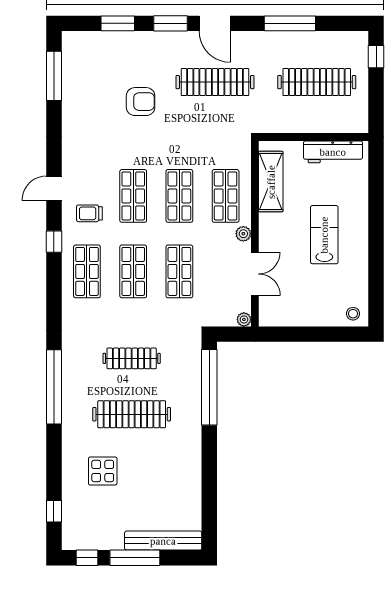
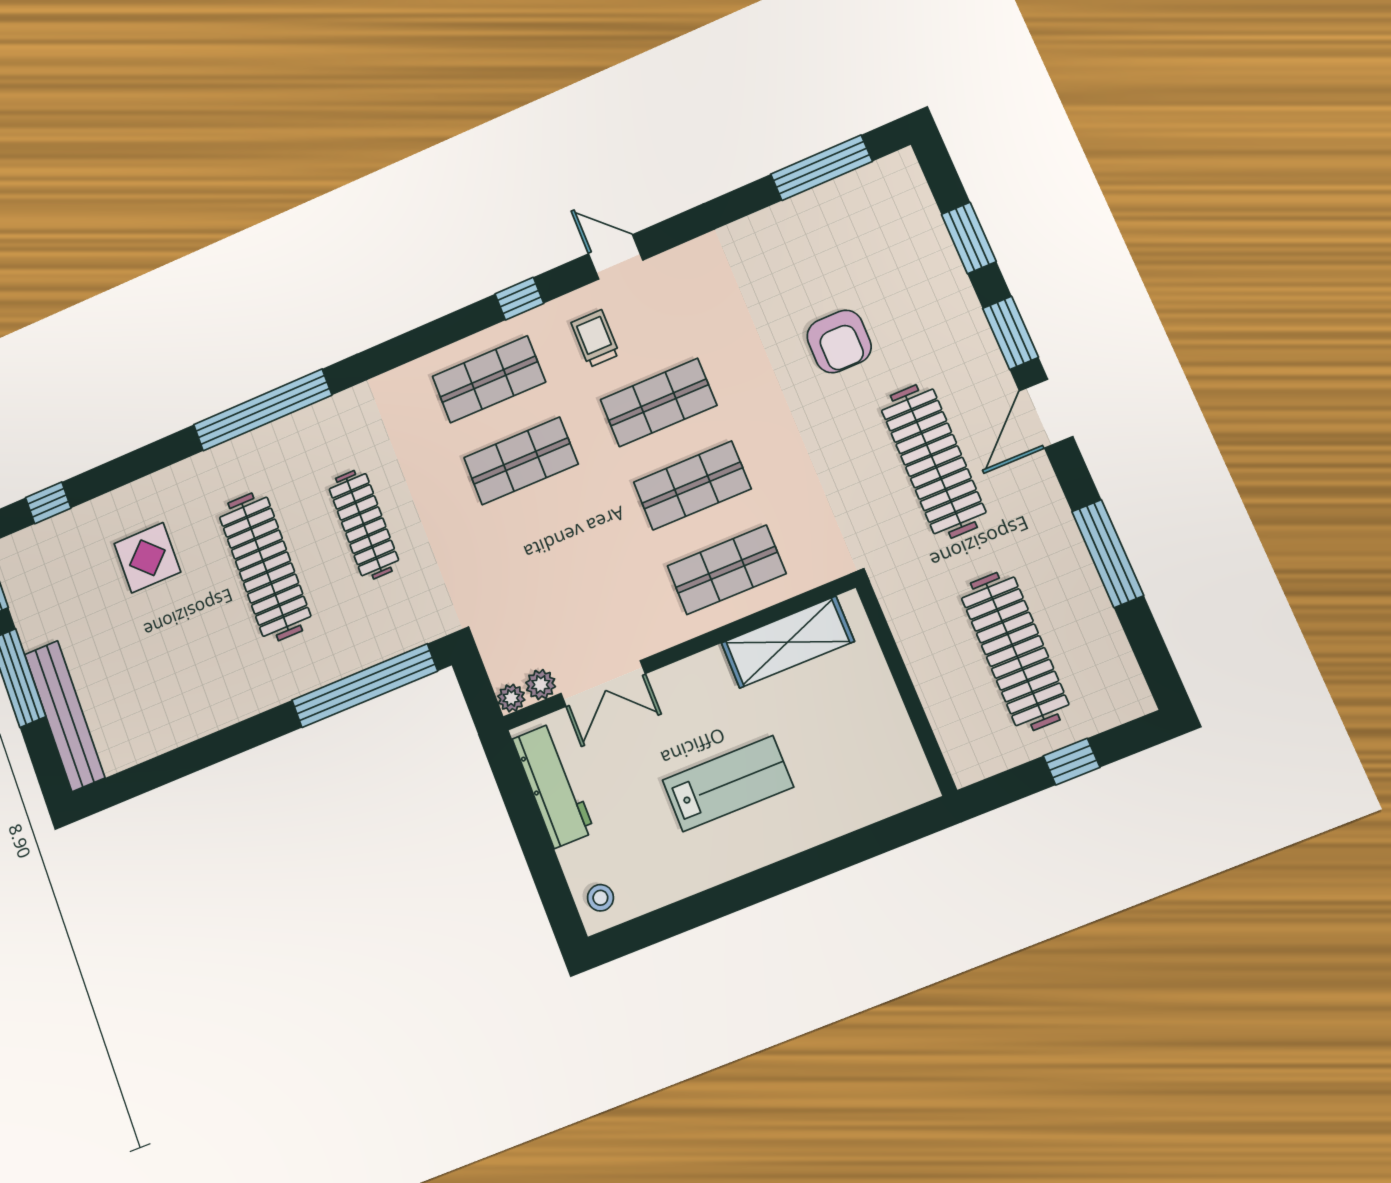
window: (376, 57) -> (1071, 762), moved
workbench: (333, 152) -> (553, 785), moved, turned 180
plant: (243, 234) -> (541, 685), moved
shop shelf: (179, 271) -> (553, 544), removed

